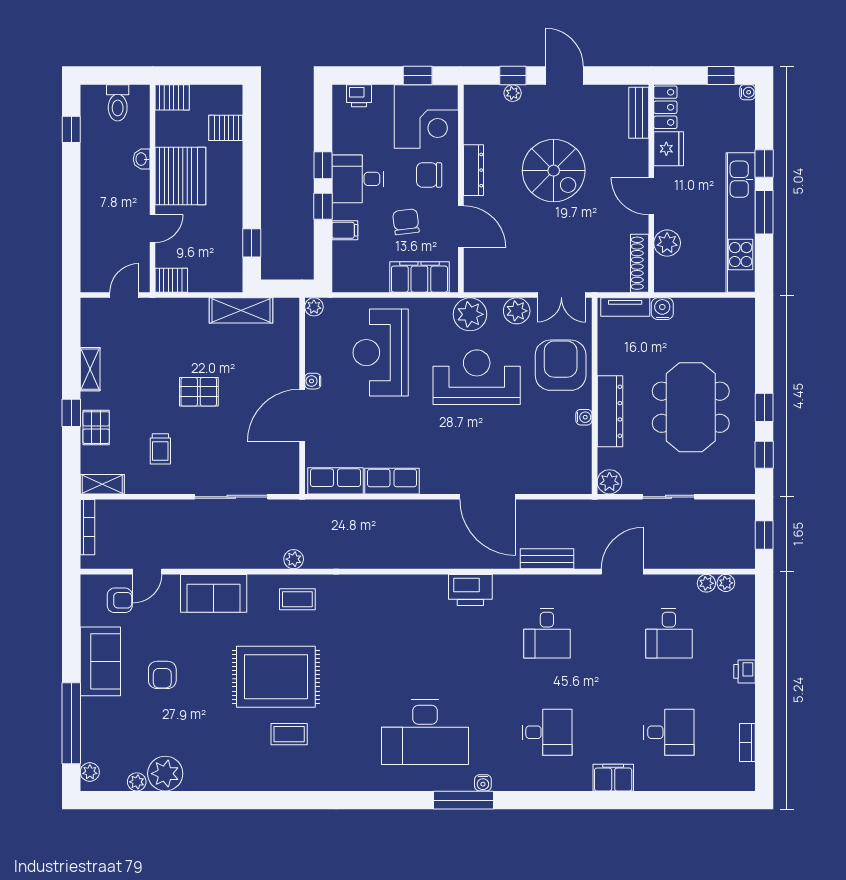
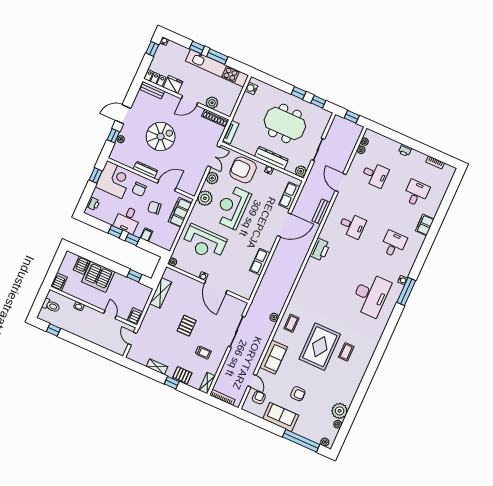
server rack: (180, 176) -> (98, 277), moved, turned 180
water cooler: (662, 309) -> (251, 88), moved
row of seats: (335, 481) -> (289, 196), moved

